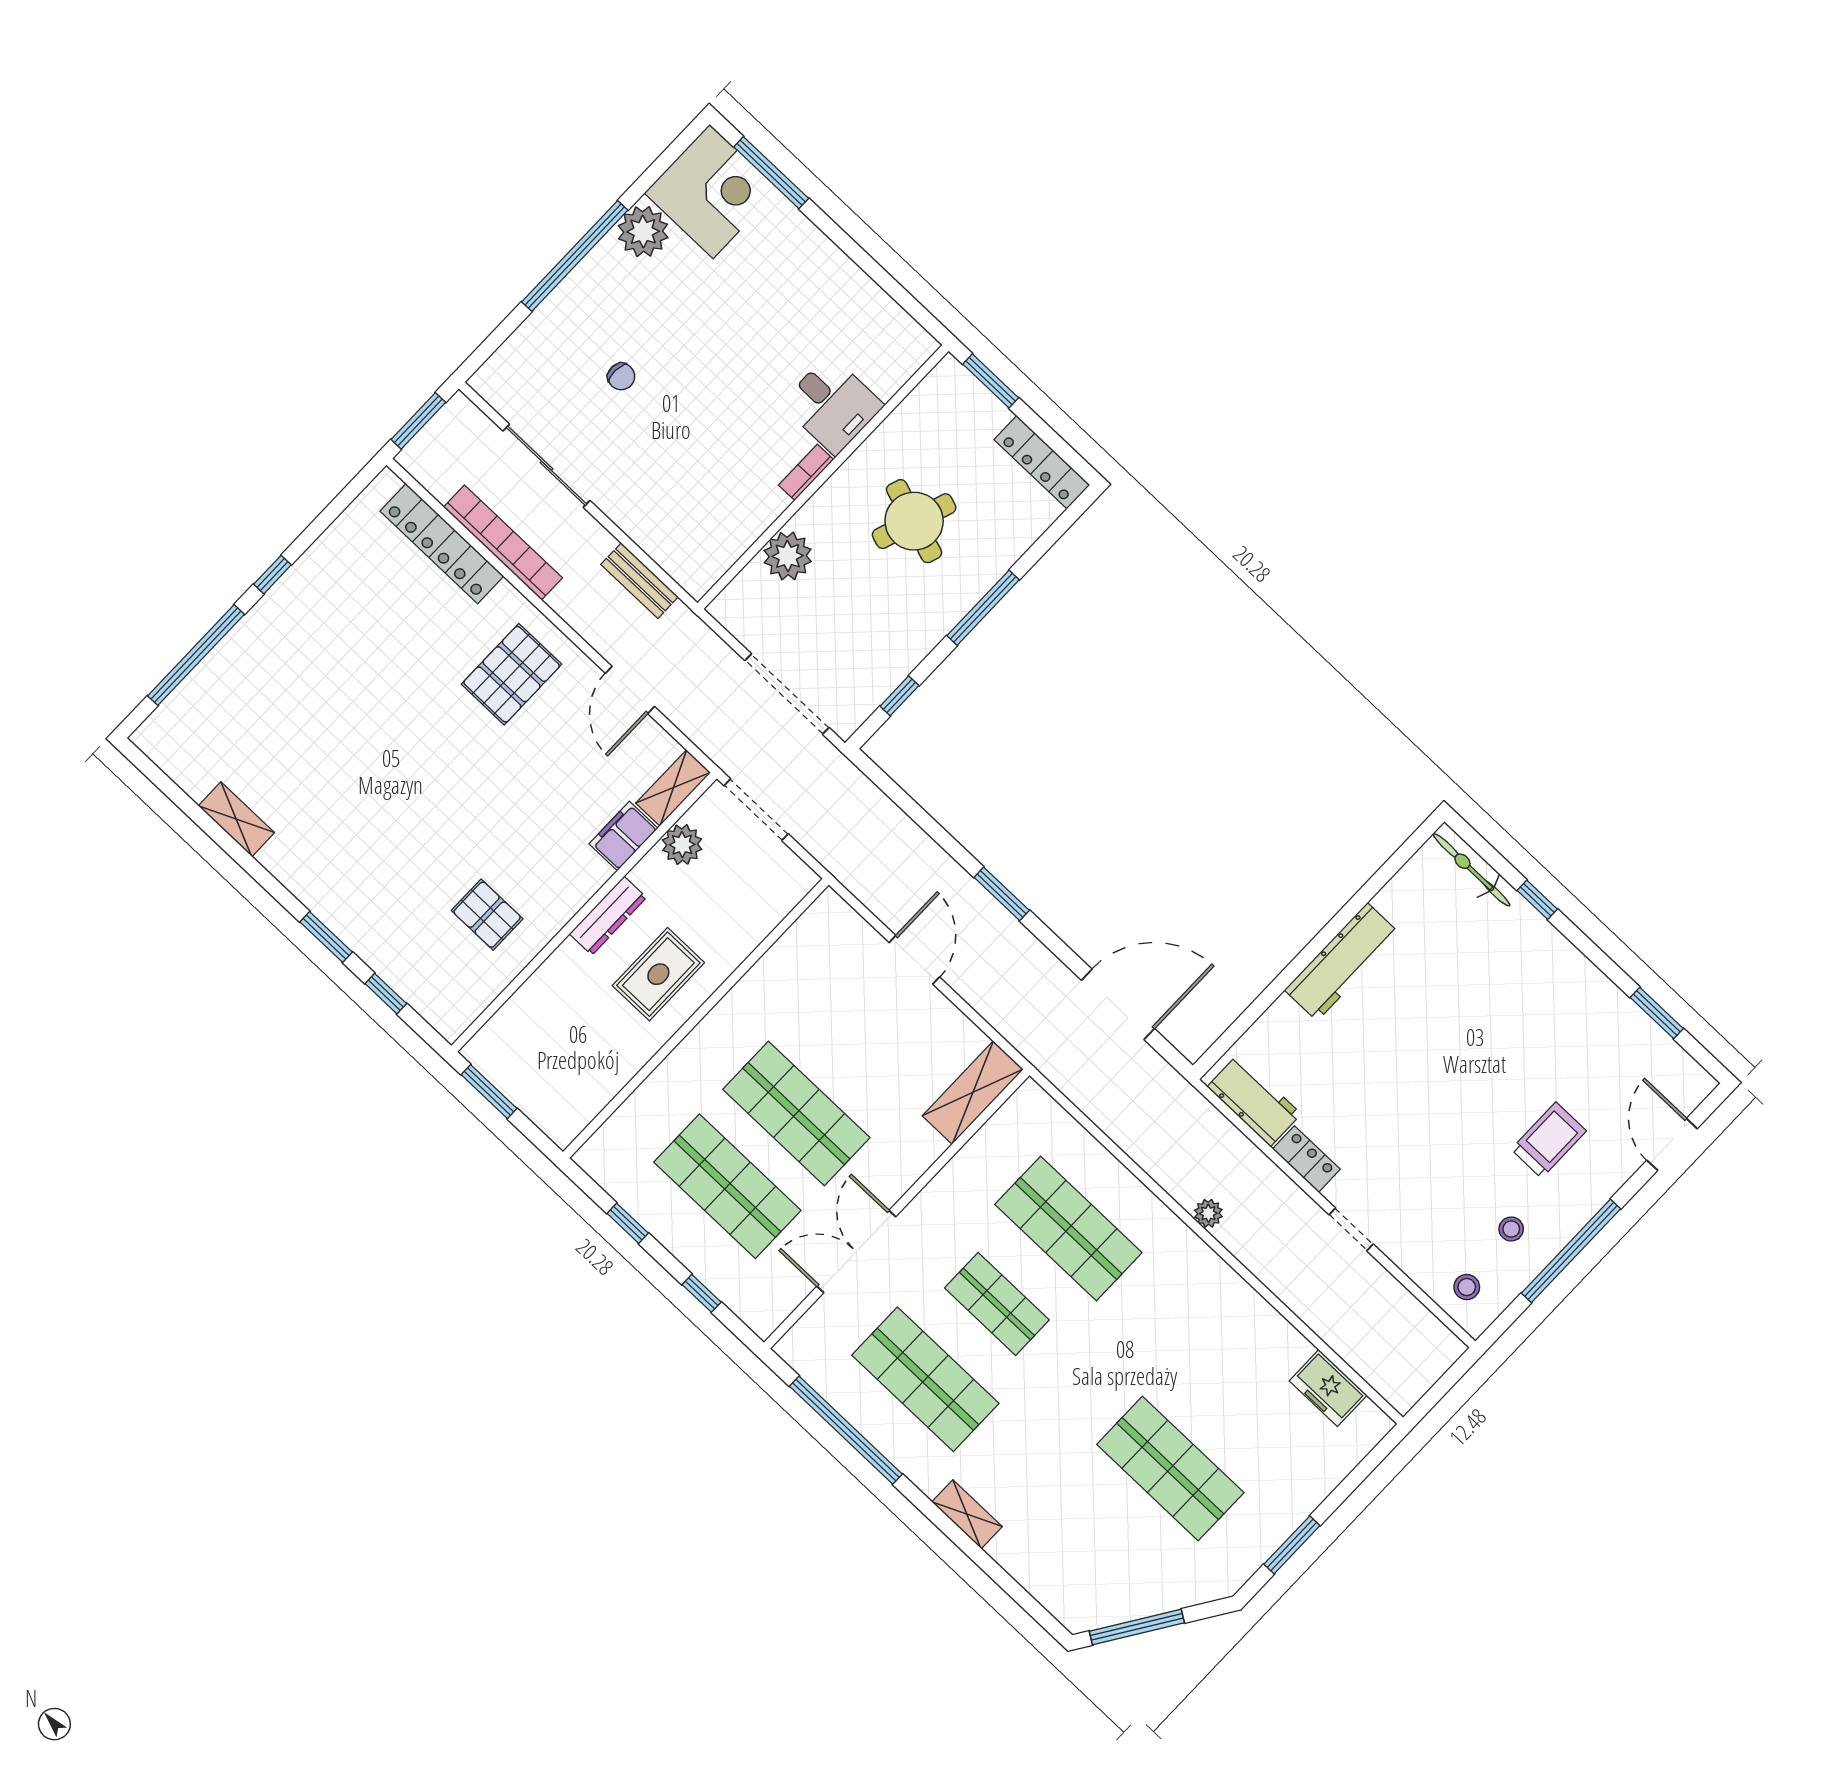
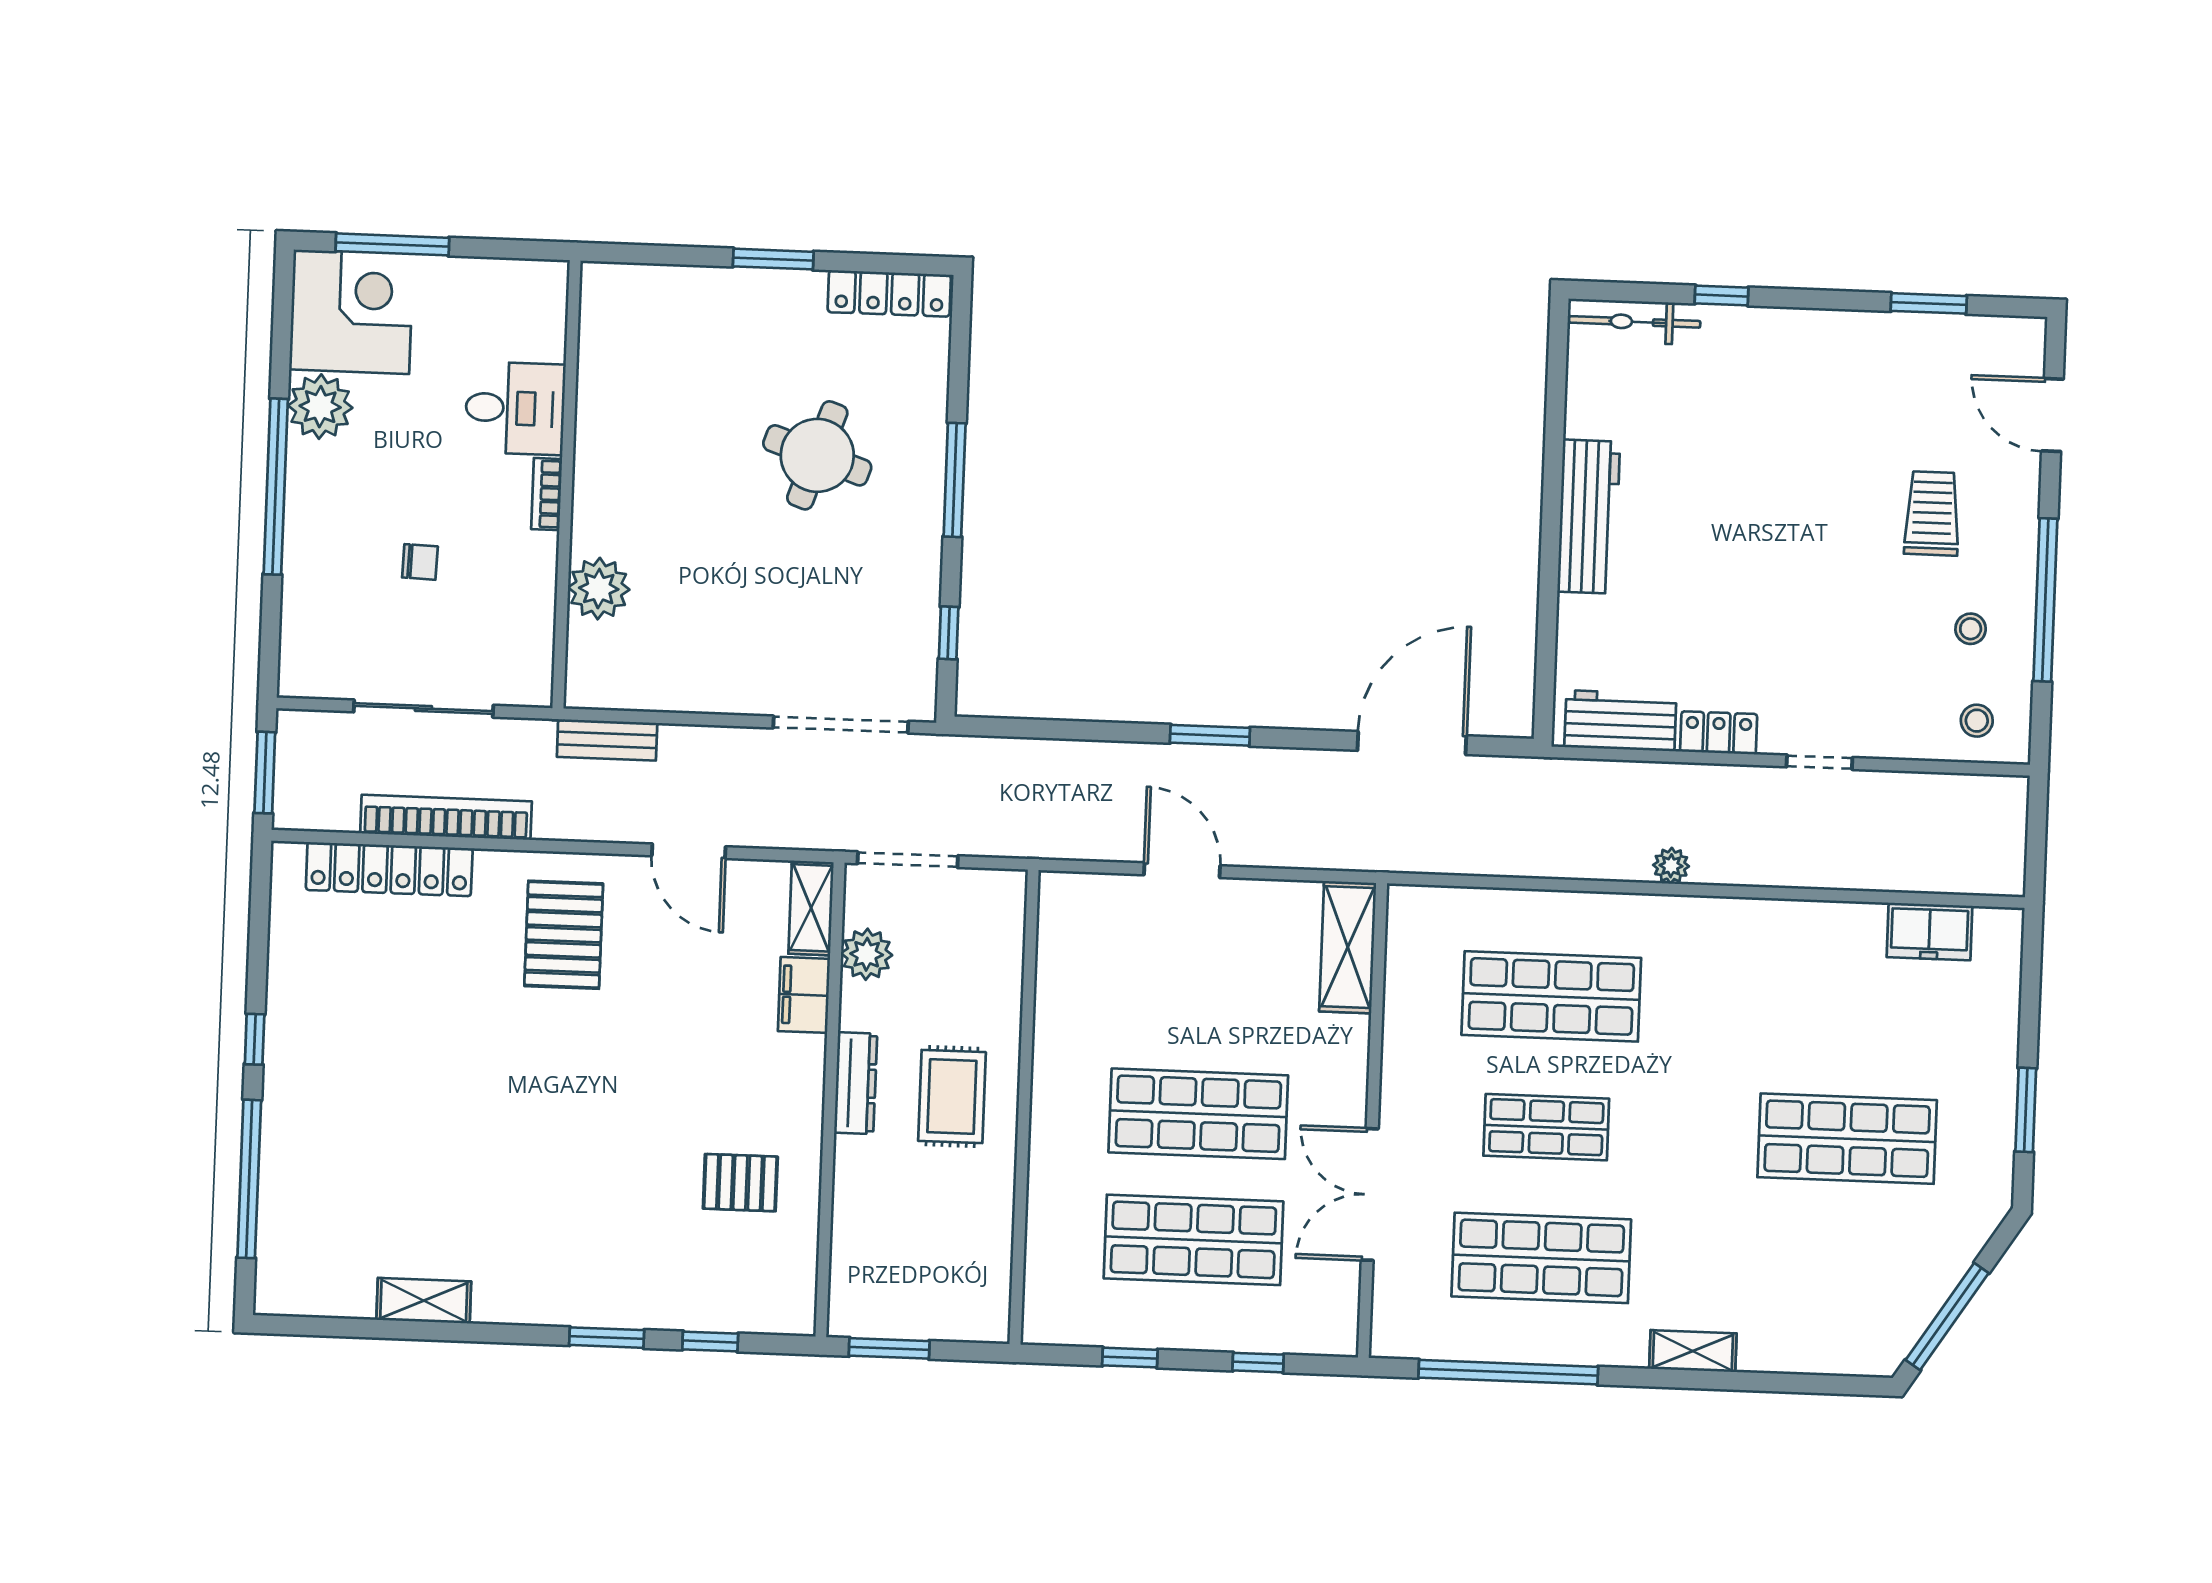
desk: (832, 405) -> (515, 408), moved
bookcase: (806, 472) -> (547, 494), moved
wall: (823, 477) -> (567, 484), moved
plant: (788, 556) -> (599, 589), moved

